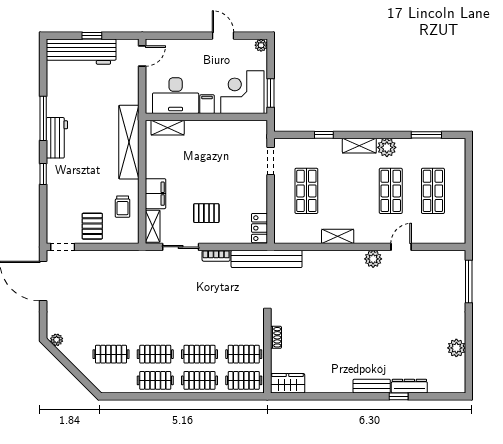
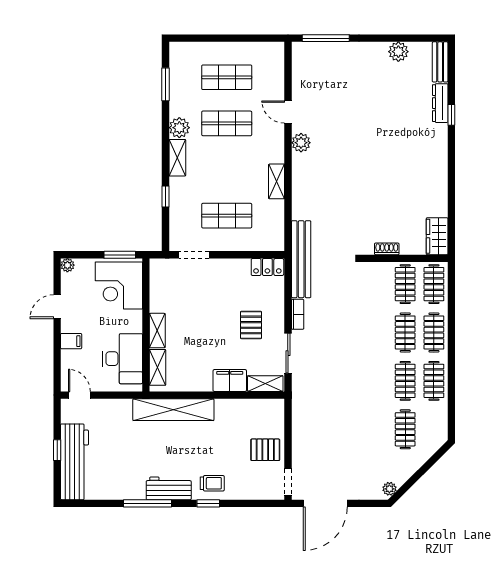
filing cabinet: (207, 104) -> (71, 341), moved, turned 180
shelving: (201, 127) -> (157, 331), added
trolley: (123, 207) -> (212, 483), moved
bench: (372, 386) -> (440, 62), moved

